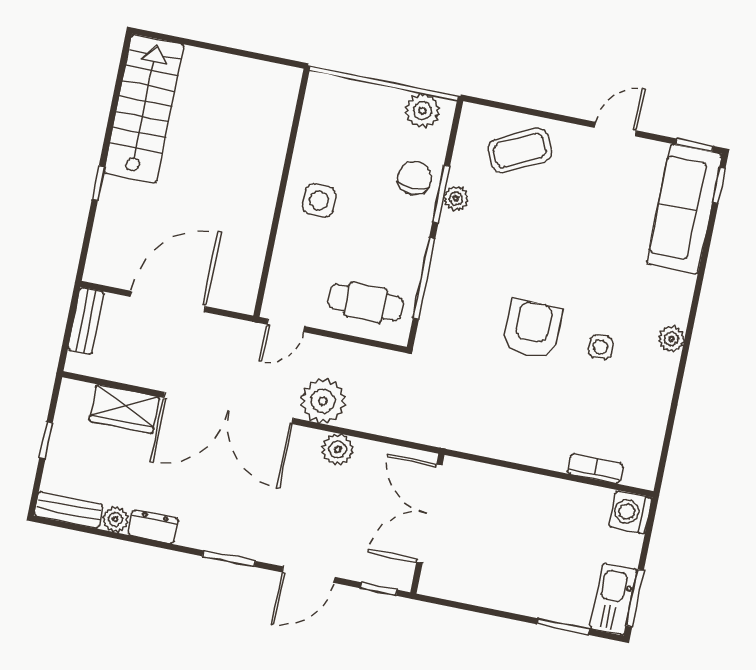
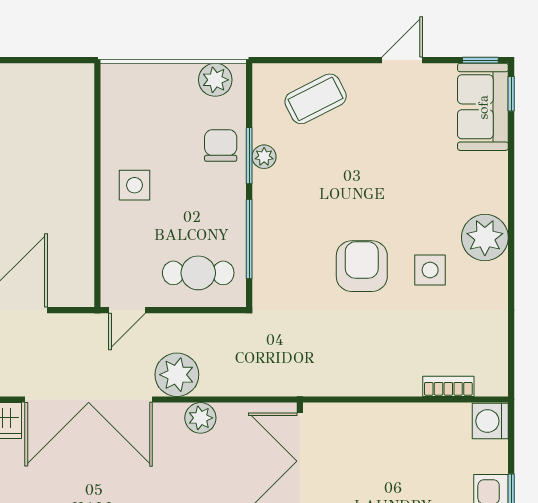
sofa: (684, 209) -> (483, 107), width x0.73
plant: (671, 339) -> (485, 238), width x1.87, depth x1.87
side table: (601, 347) -> (430, 270), width x1.37, depth x1.37

